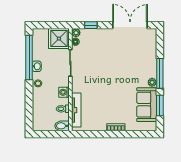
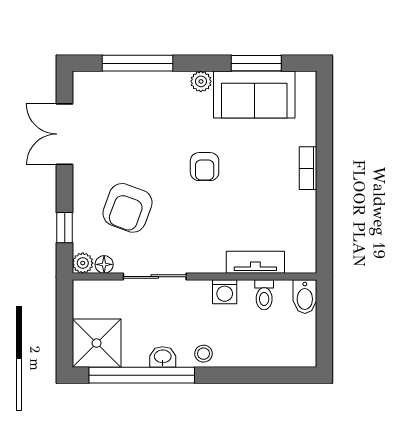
double door: (130, 25) -> (65, 134), width x0.73
shower: (59, 39) -> (97, 343), moved
armchair: (99, 52) -> (127, 208), added
window: (160, 73) -> (137, 63), moved
armchair: (116, 84) -> (205, 167), added
tv unit: (76, 110) -> (255, 262), width x0.71

